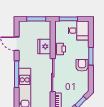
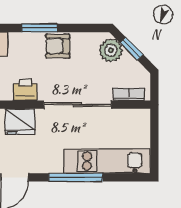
plant: (80, 92) -> (111, 50), added

